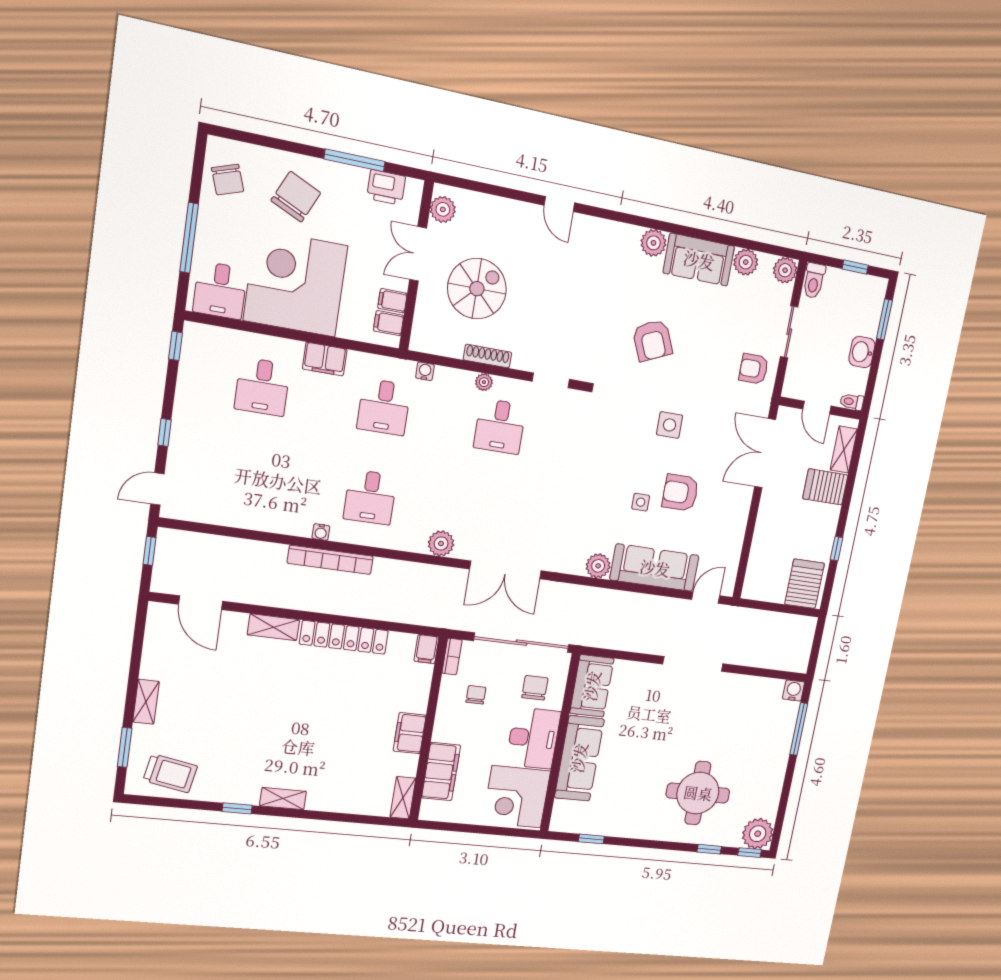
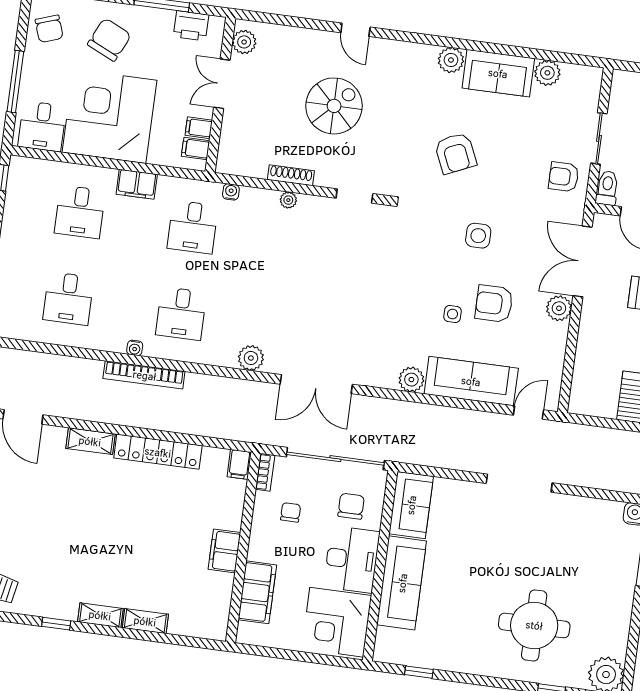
plant: (785, 270) -> (559, 308), moved
toilet: (814, 281) -> (607, 188), moved, turned 180
spiral stairs: (477, 289) -> (334, 106), moved
desk: (500, 426) -> (68, 298), moved
shelving: (403, 798) -> (145, 621), moved, turned 90

